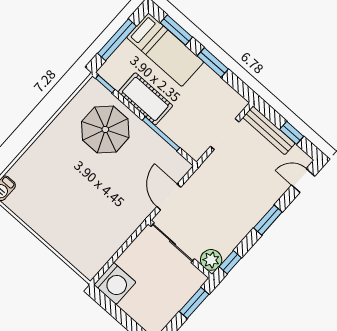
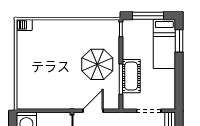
window: (213, 62) -> (179, 73), removed
cot: (145, 99) -> (131, 76), moved
parasol: (105, 129) -> (97, 64), moved

